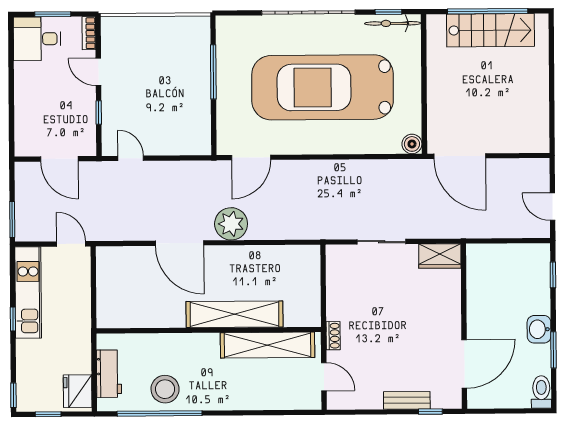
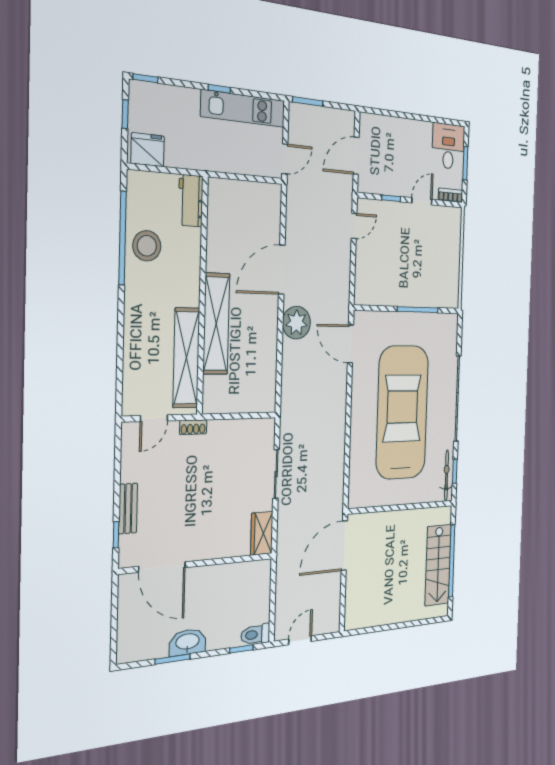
boiler: (412, 144) -> (356, 499), removed
washbasin: (539, 329) -> (188, 642), width x1.38
workbench: (109, 374) -> (191, 201), moved, turned 90
toilet: (541, 392) -> (255, 634), moved, turned 180

